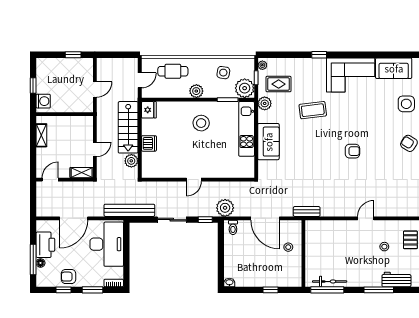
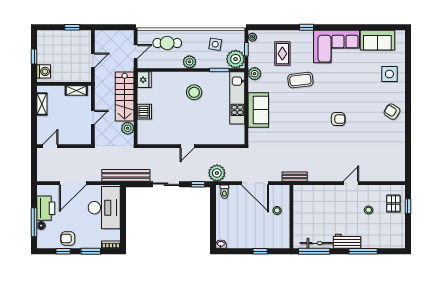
rug: (279, 84) -> (282, 54), moved, turned 90
shelving: (82, 173) -> (76, 90), moved
workbench: (396, 279) -> (347, 241), moved

